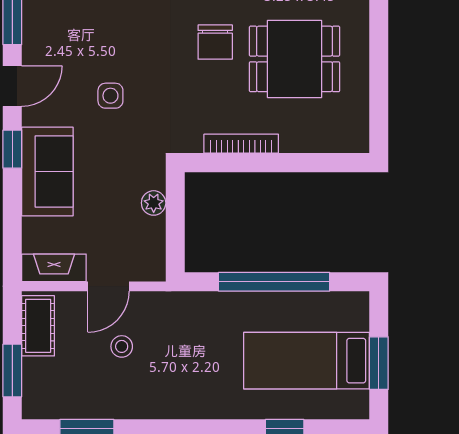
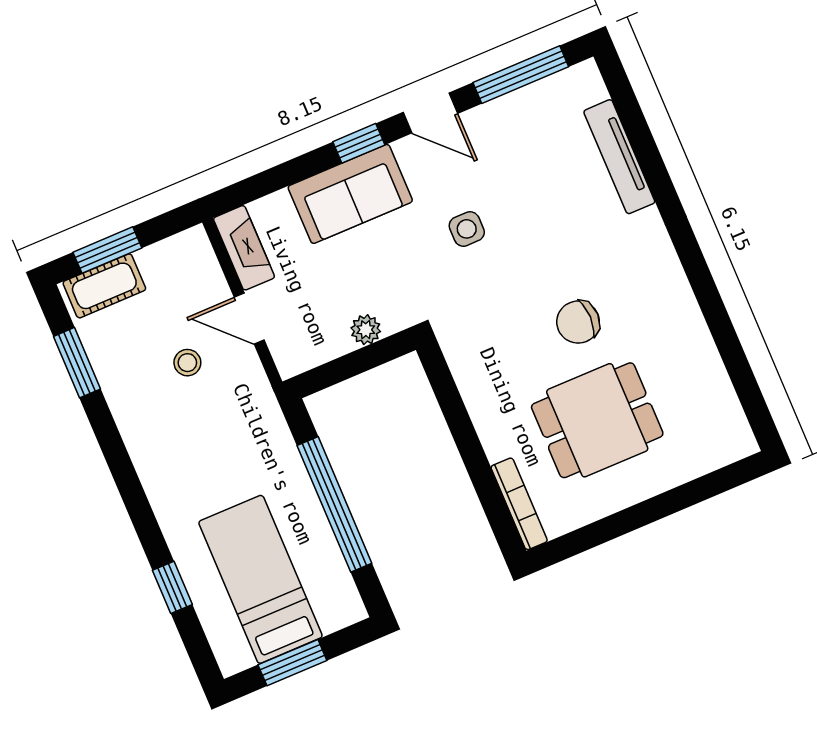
dining table: (295, 59) -> (597, 420), turned 90
bookcase: (241, 144) -> (519, 504), moved
cot: (38, 326) -> (104, 286), moved

